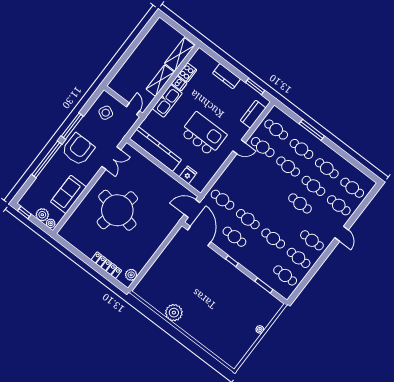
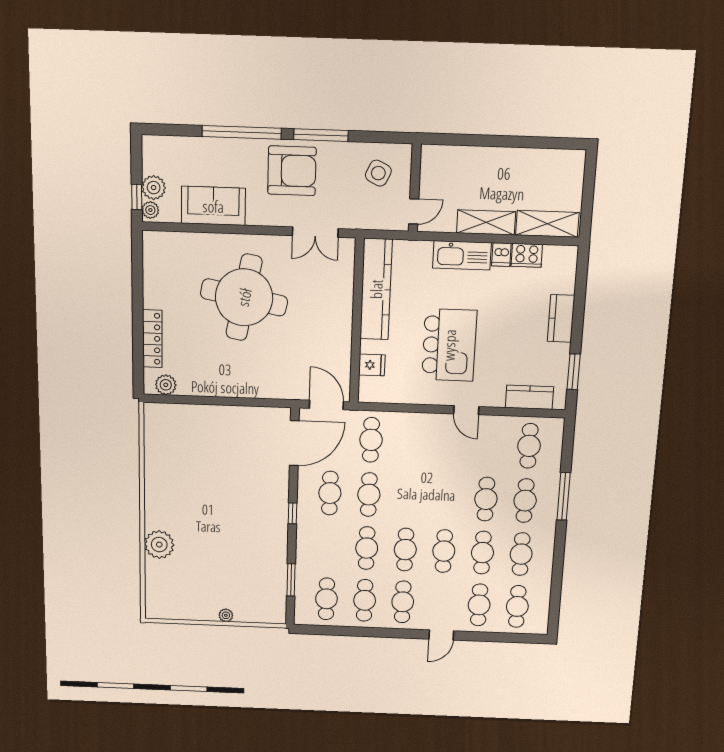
cafe table: (263, 147) -> (405, 550), moved
window: (24, 212) -> (137, 197), moved
plant: (174, 313) -> (159, 545), moved

